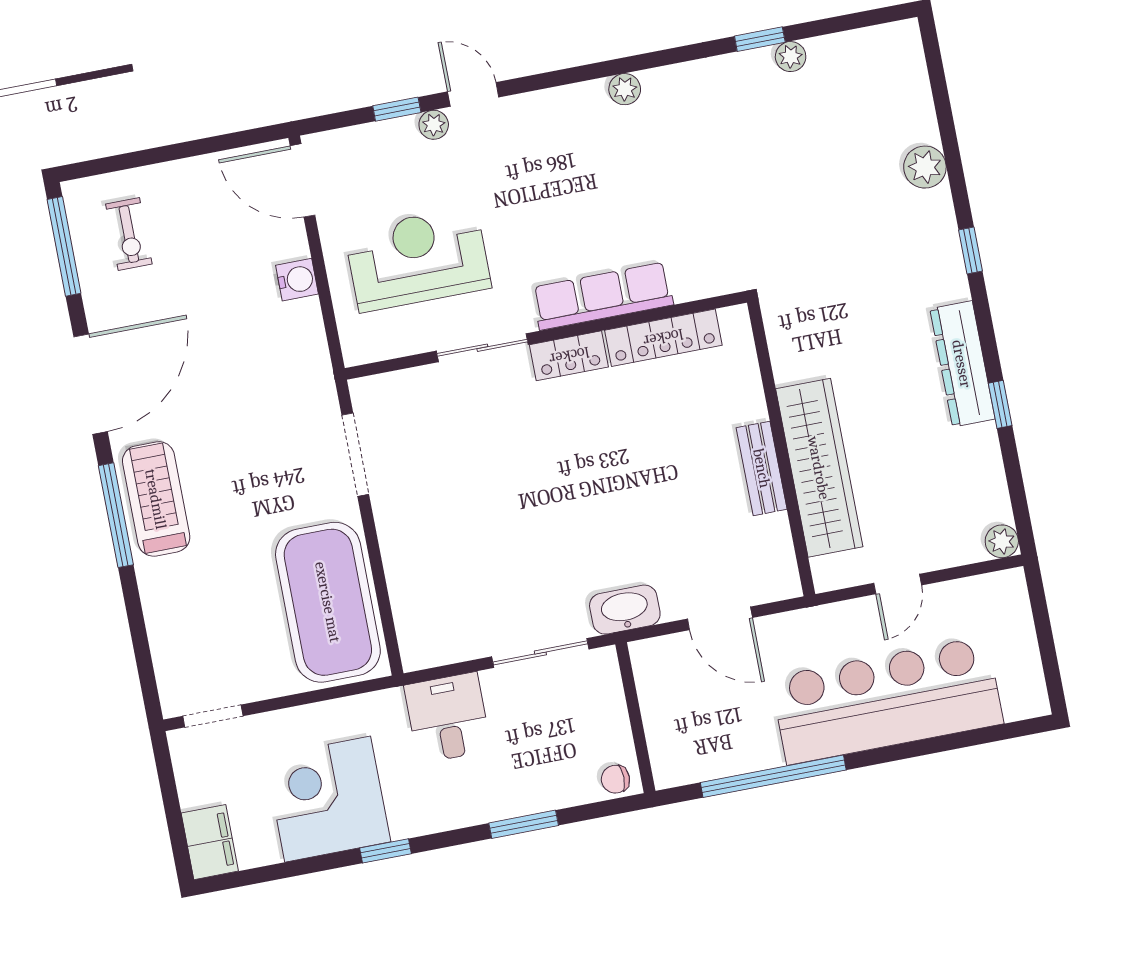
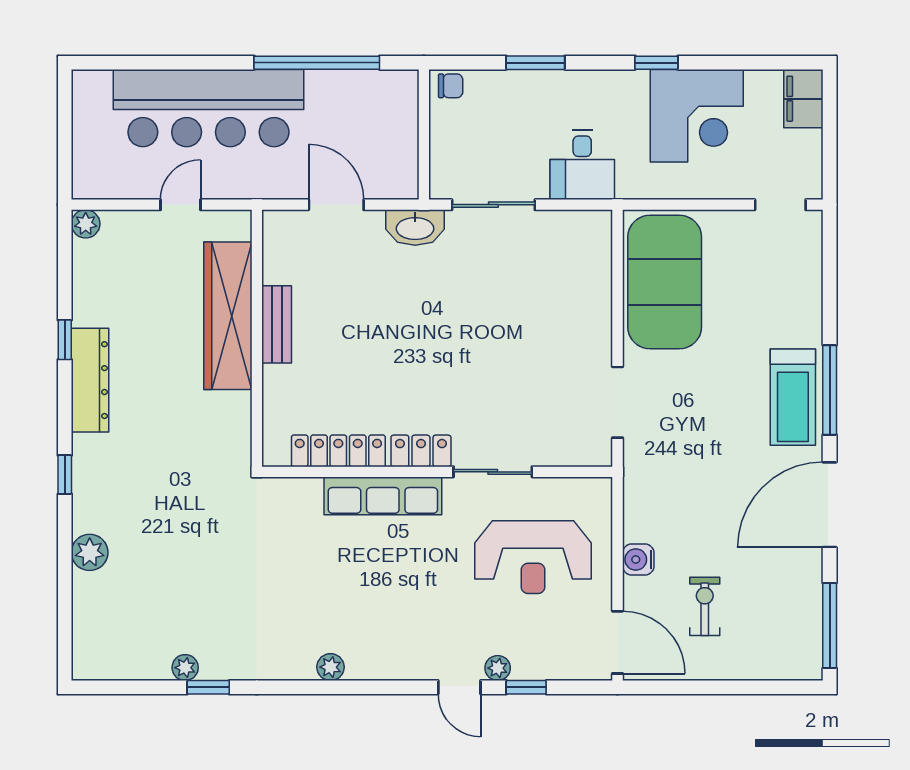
exercise bike: (129, 234) -> (705, 606), moved

